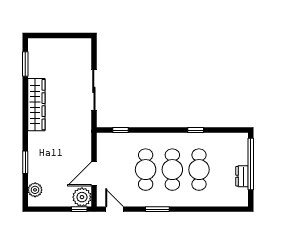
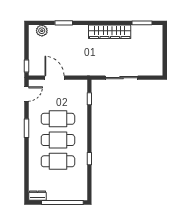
dresser: (242, 176) -> (38, 196), moved
plant: (82, 197) -> (36, 68), removed

